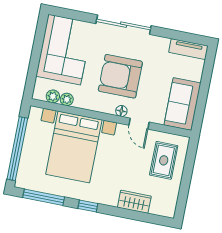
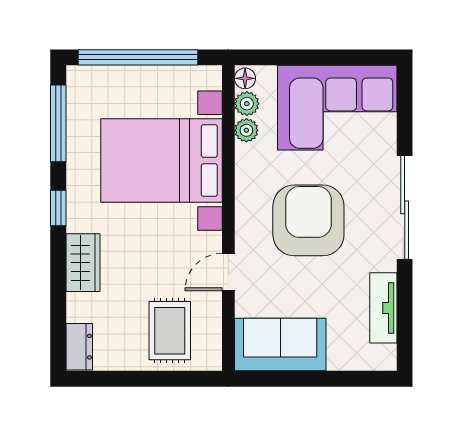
tv unit: (188, 49) -> (383, 308), moved
floor lamp: (121, 111) -> (245, 78), moved
rug: (164, 160) -> (170, 331), turned 90
wardrobe: (134, 202) -> (83, 263), moved
dresser: (163, 209) -> (79, 347), added

